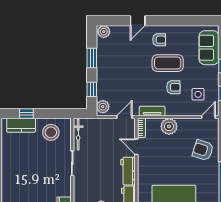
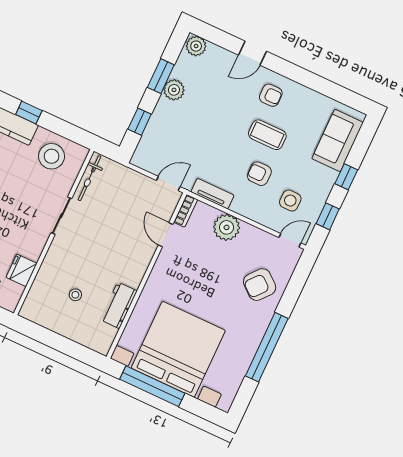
coffee table: (168, 63) -> (267, 135), width x0.73, depth x0.76
armchair: (173, 87) -> (259, 174), turned 180
plant: (103, 107) -> (174, 90), moved
armchair: (203, 150) -> (260, 285), turned -68
workbench: (128, 171) -> (137, 264), removed

